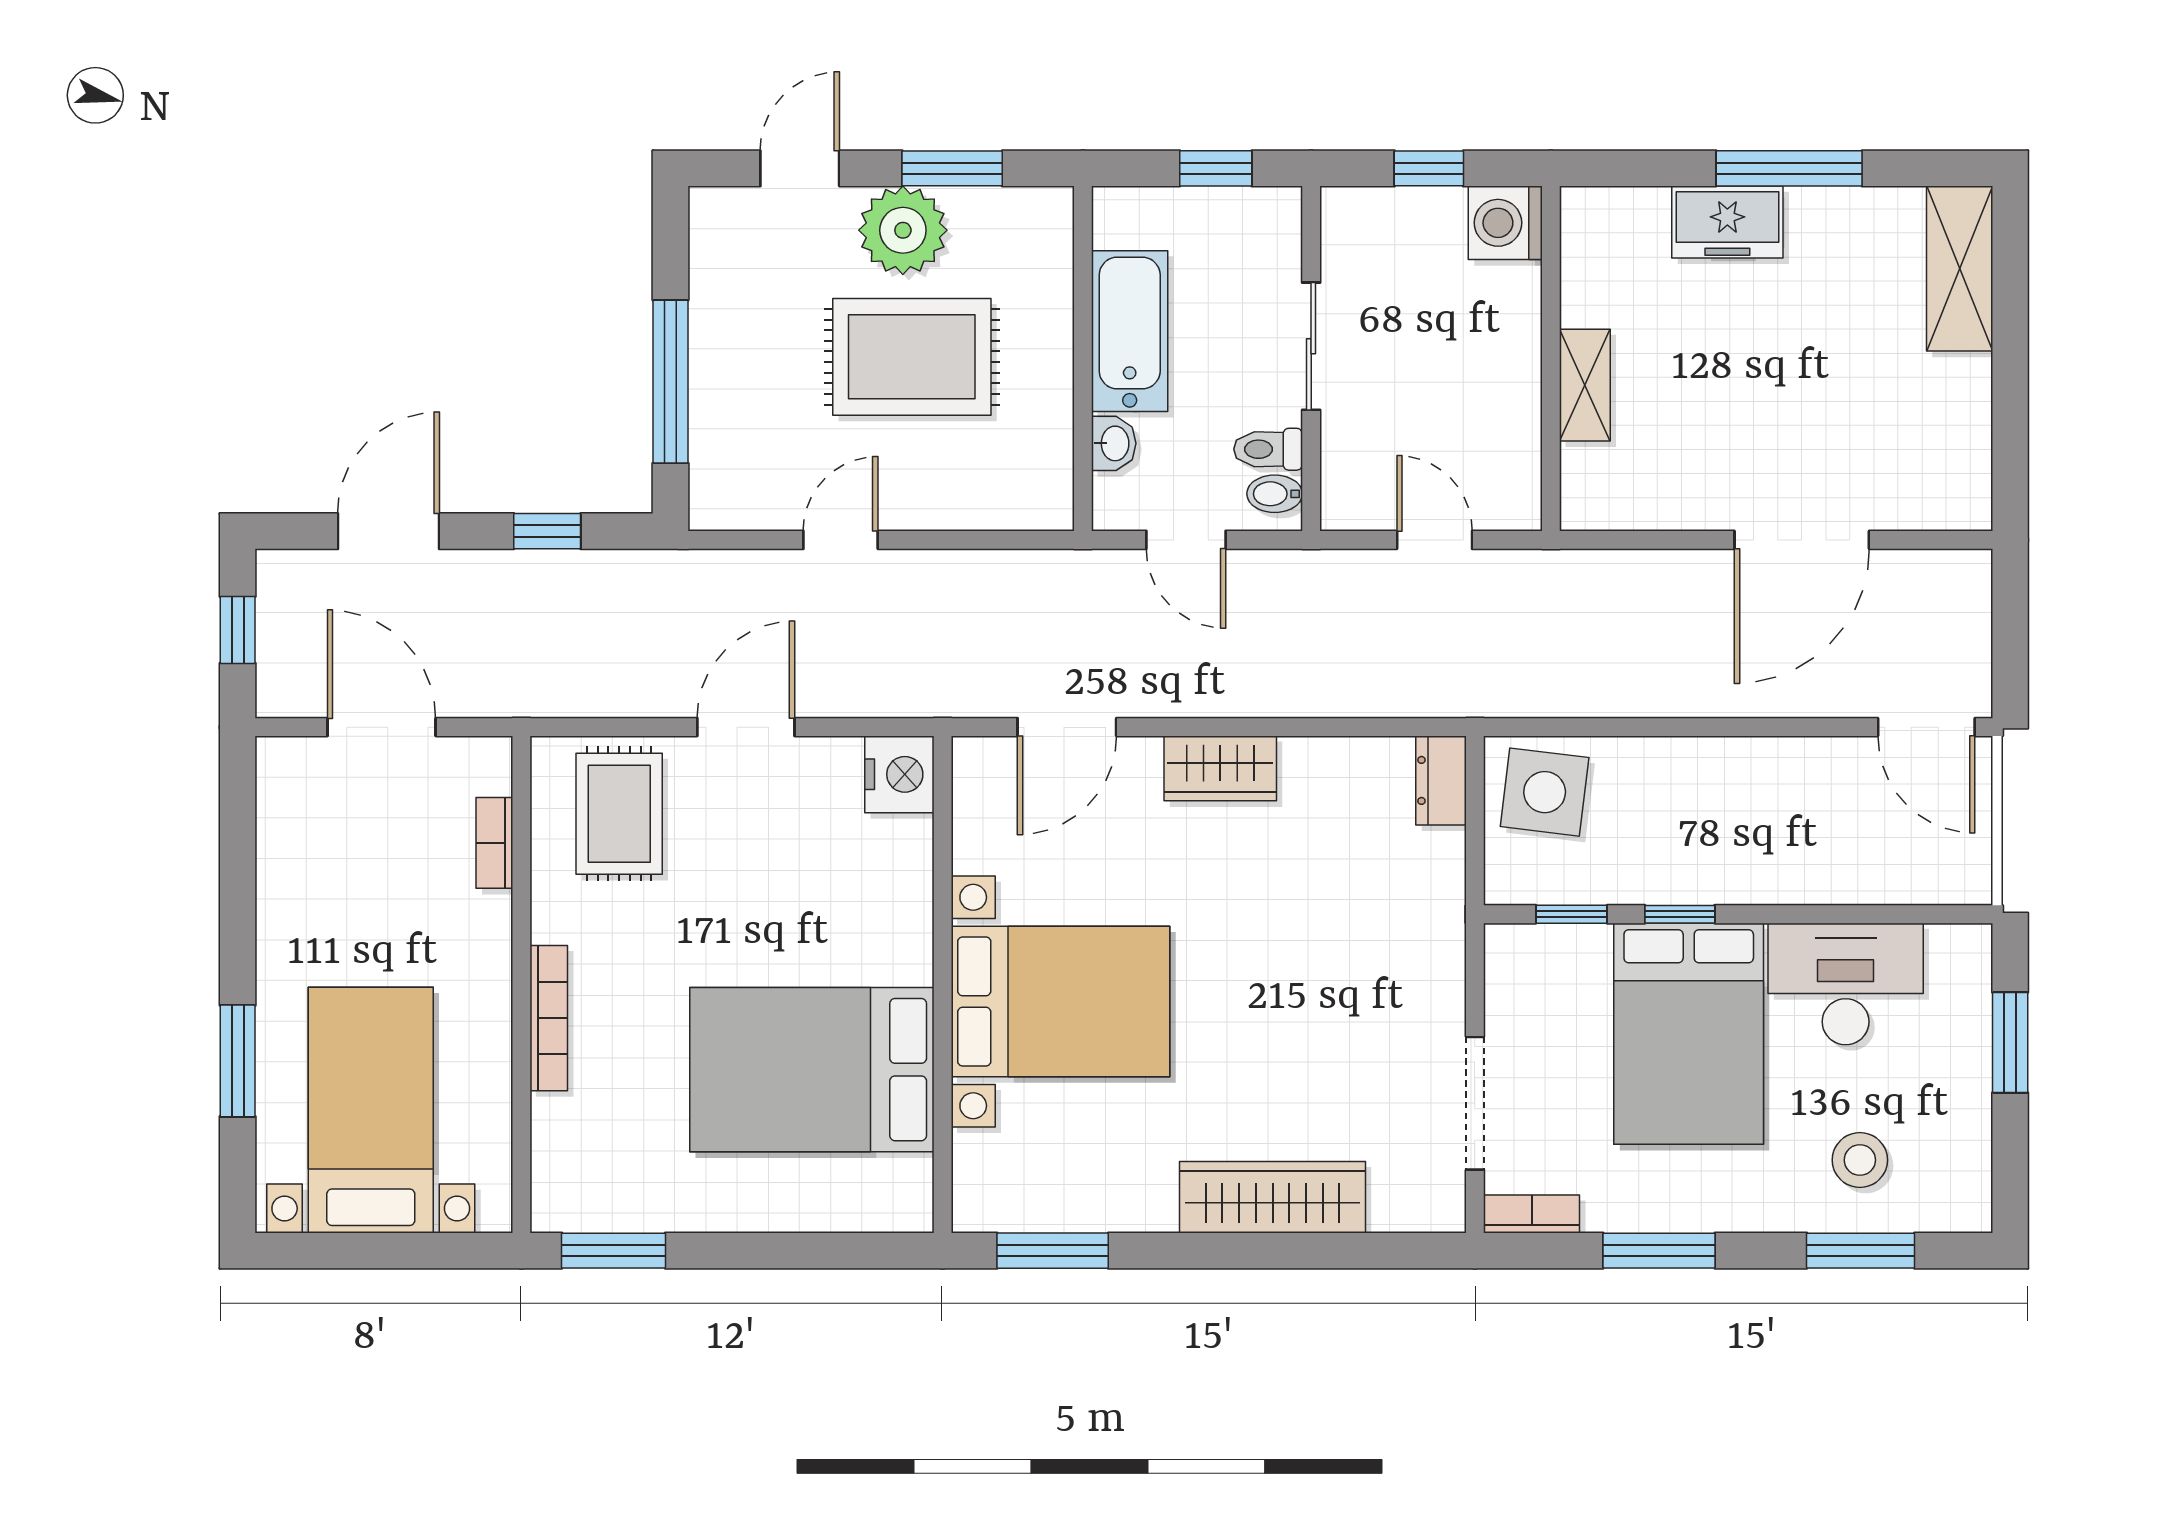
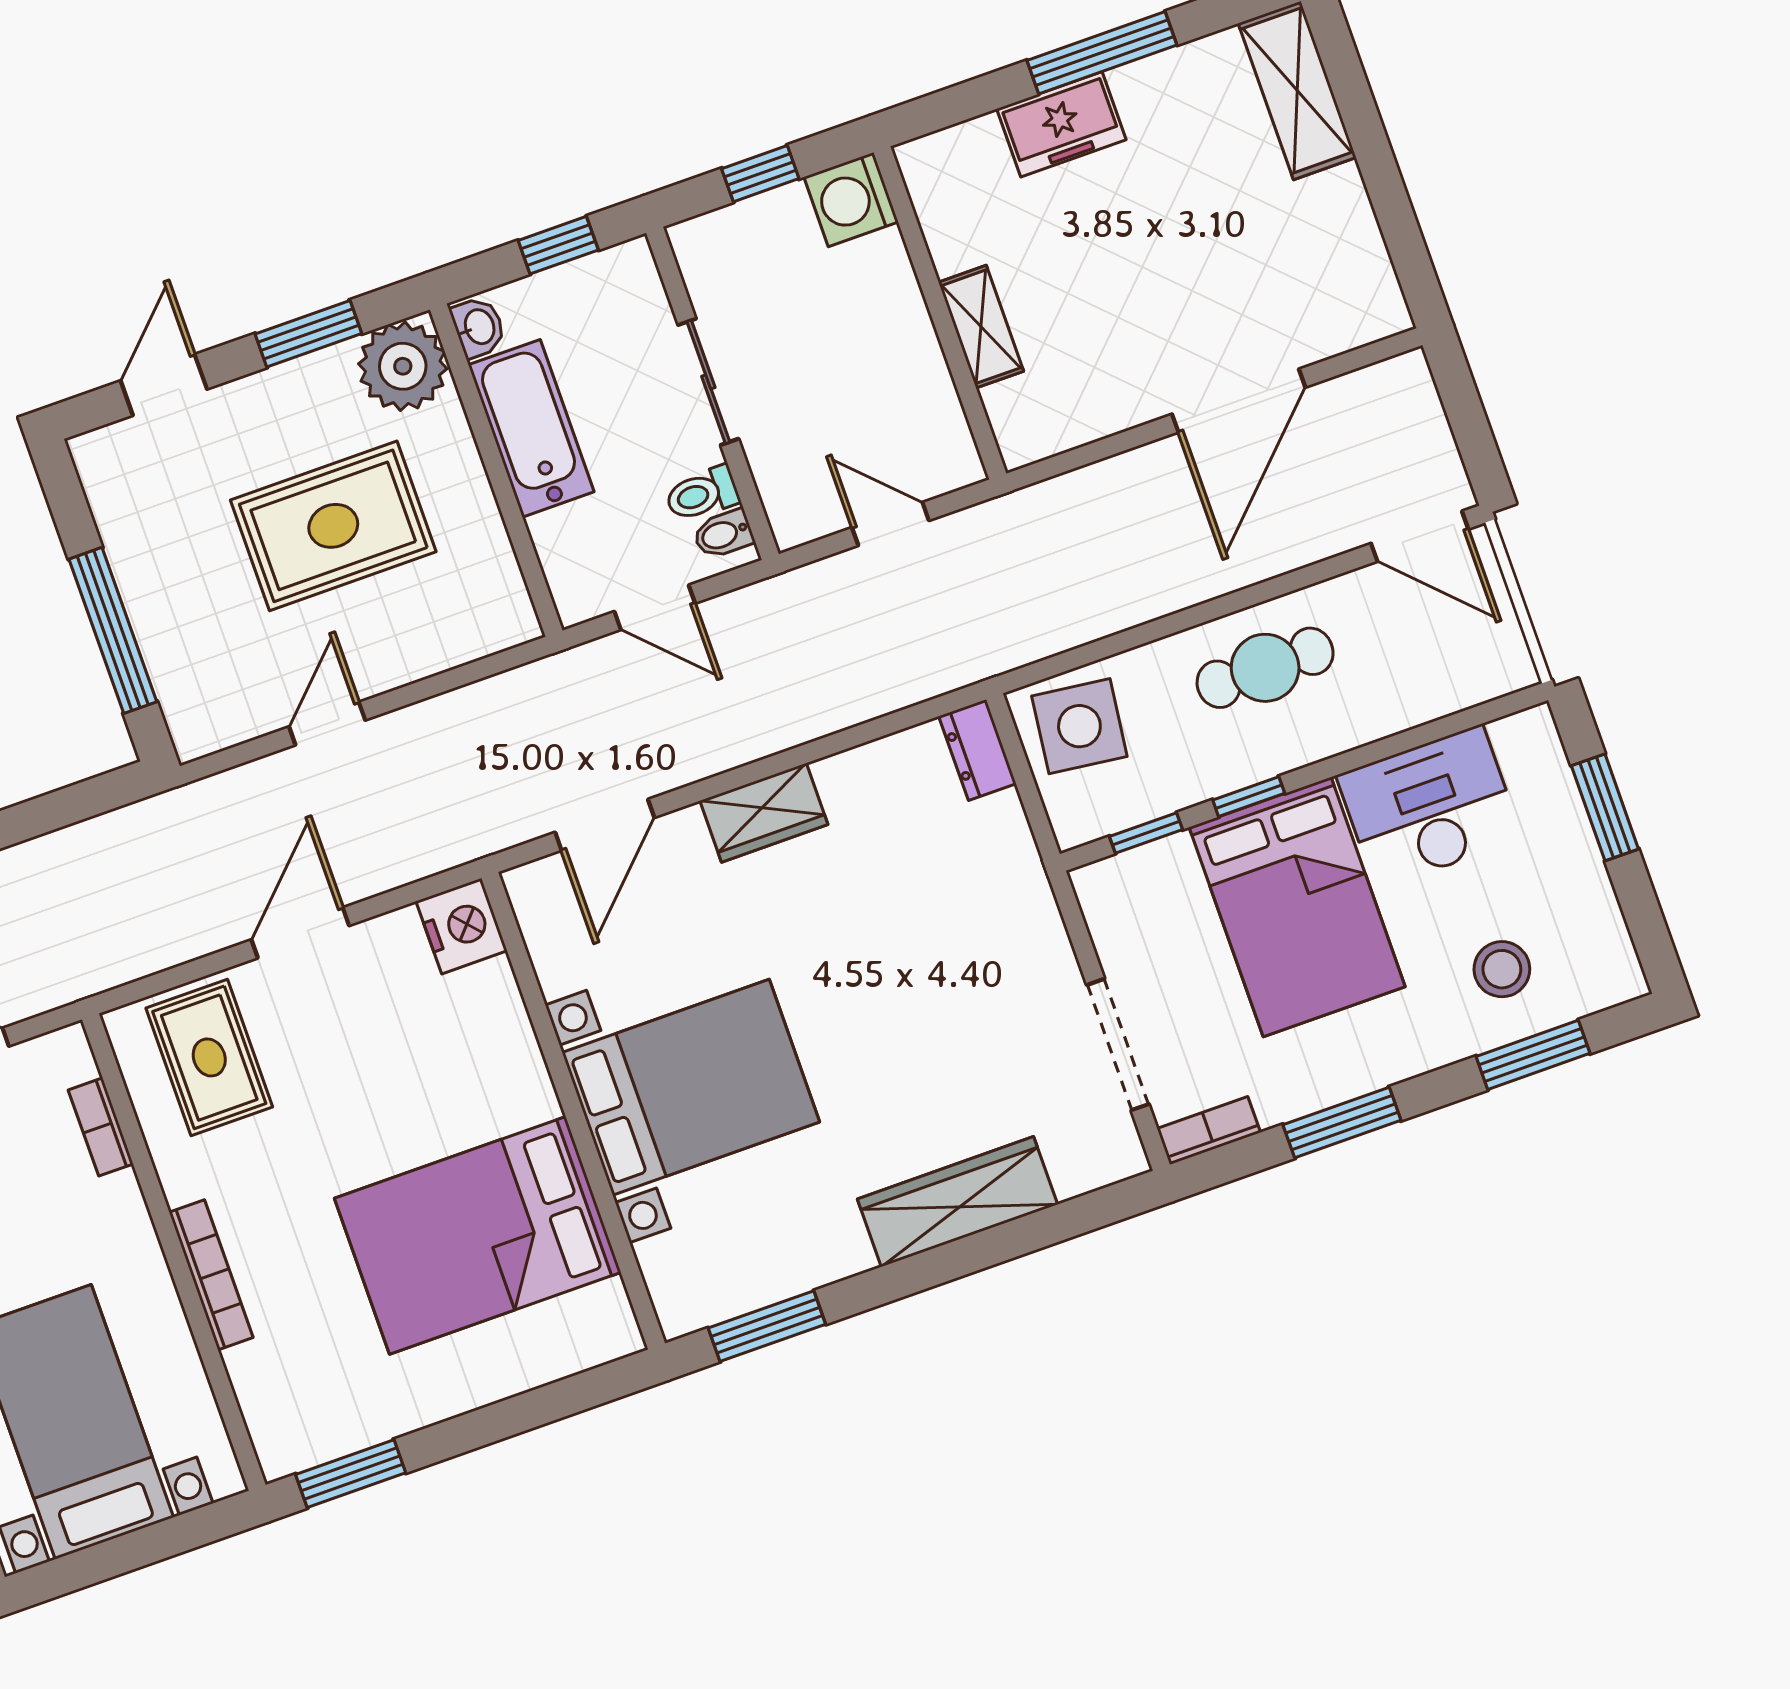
plant: (903, 230) -> (403, 366), moved
washbasin: (1114, 443) -> (478, 327), moved
window: (547, 531) -> (46, 814), removed
cafe table: (1738, 799) -> (1265, 668), added

